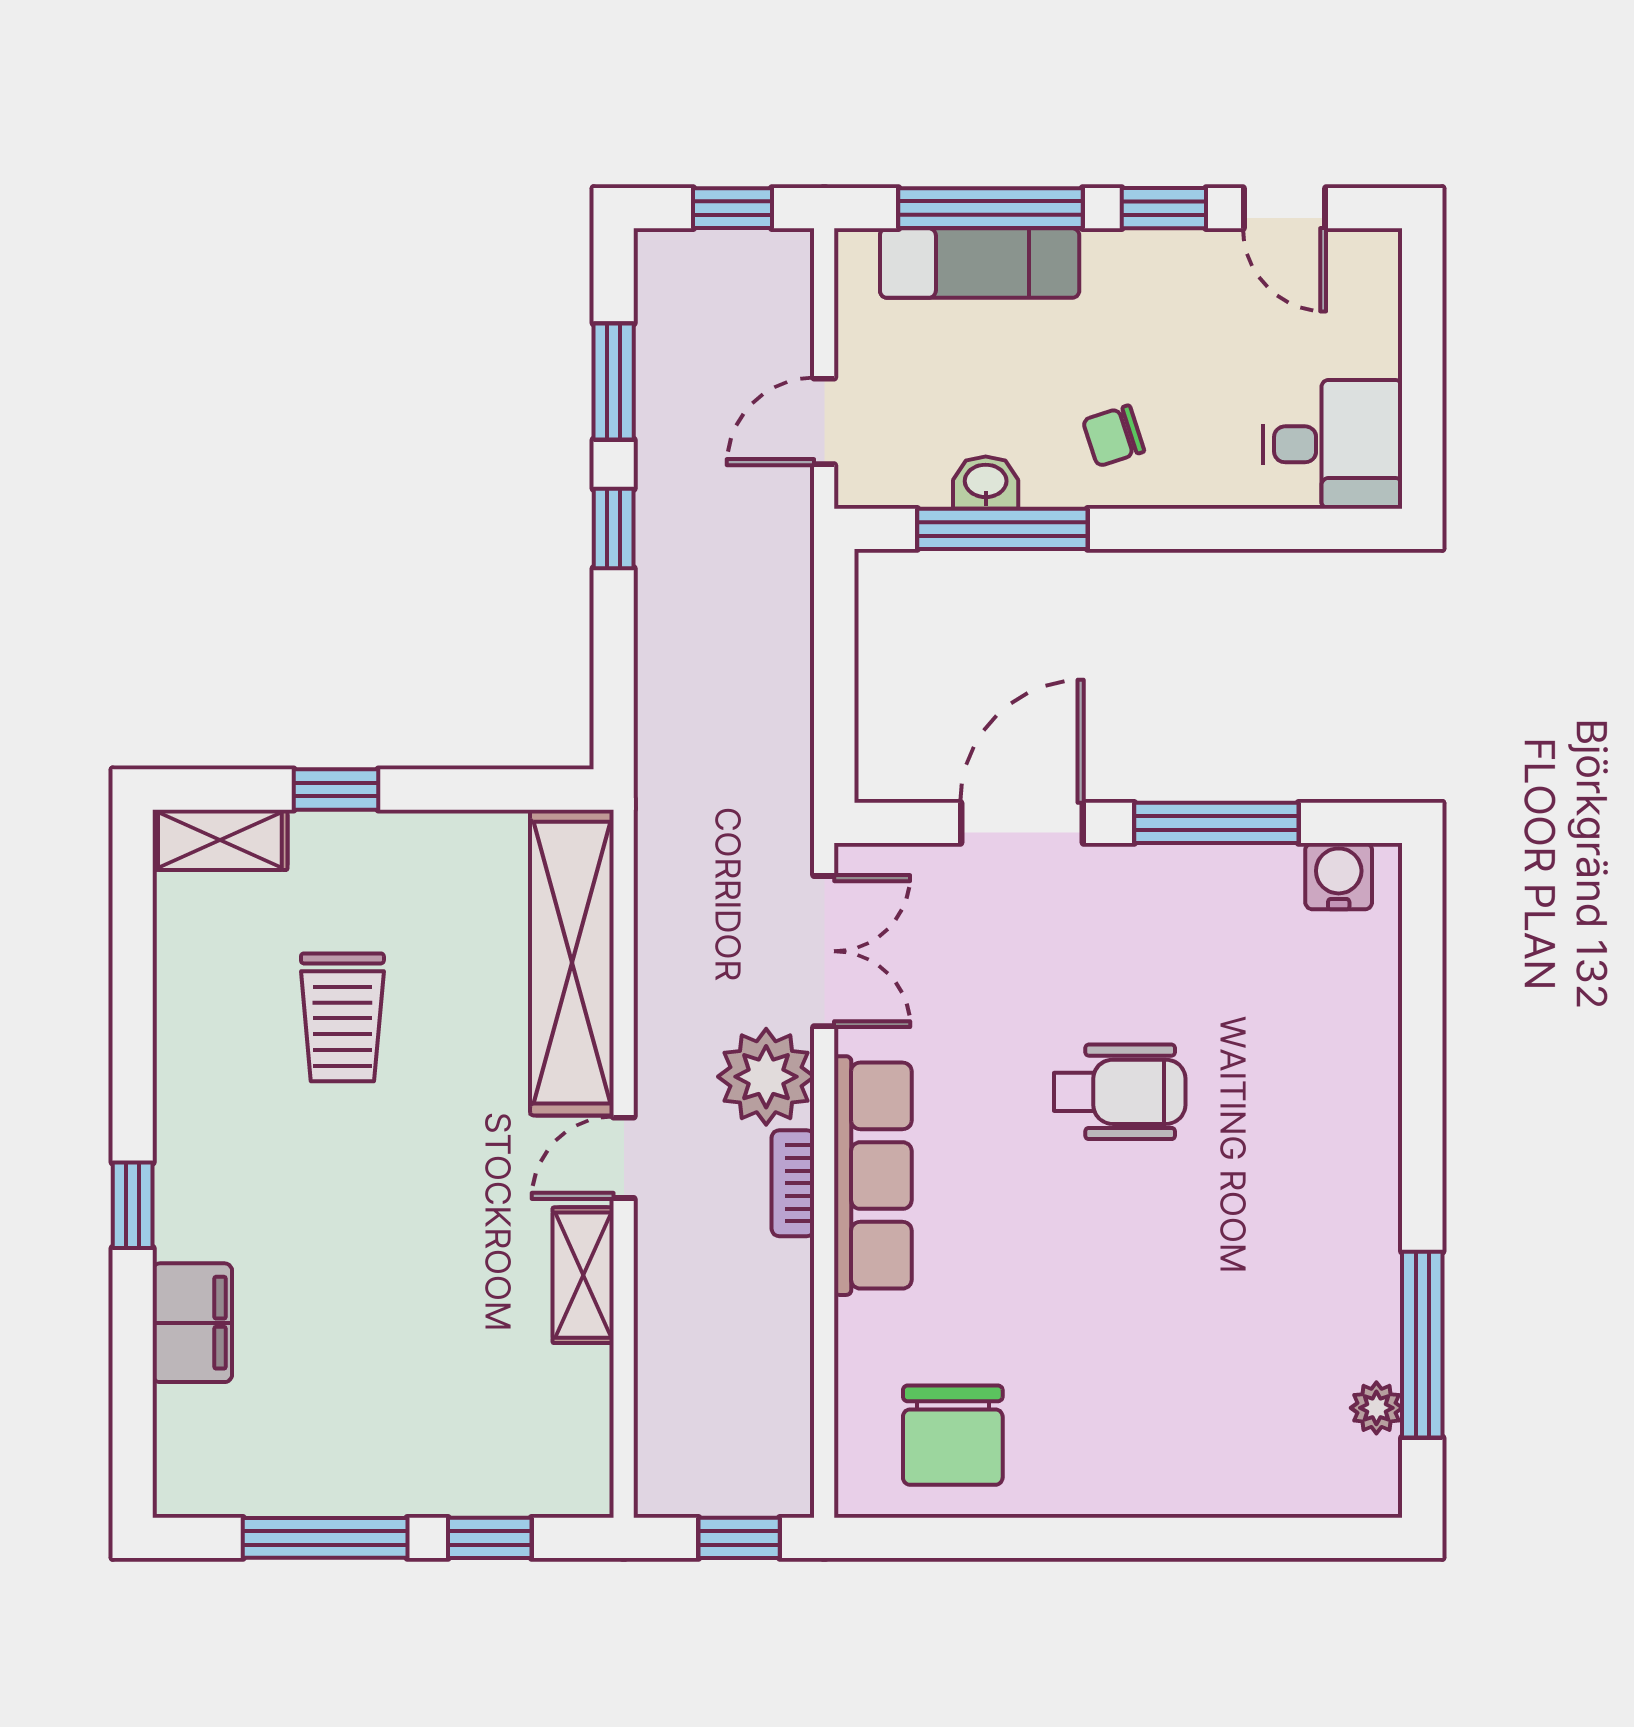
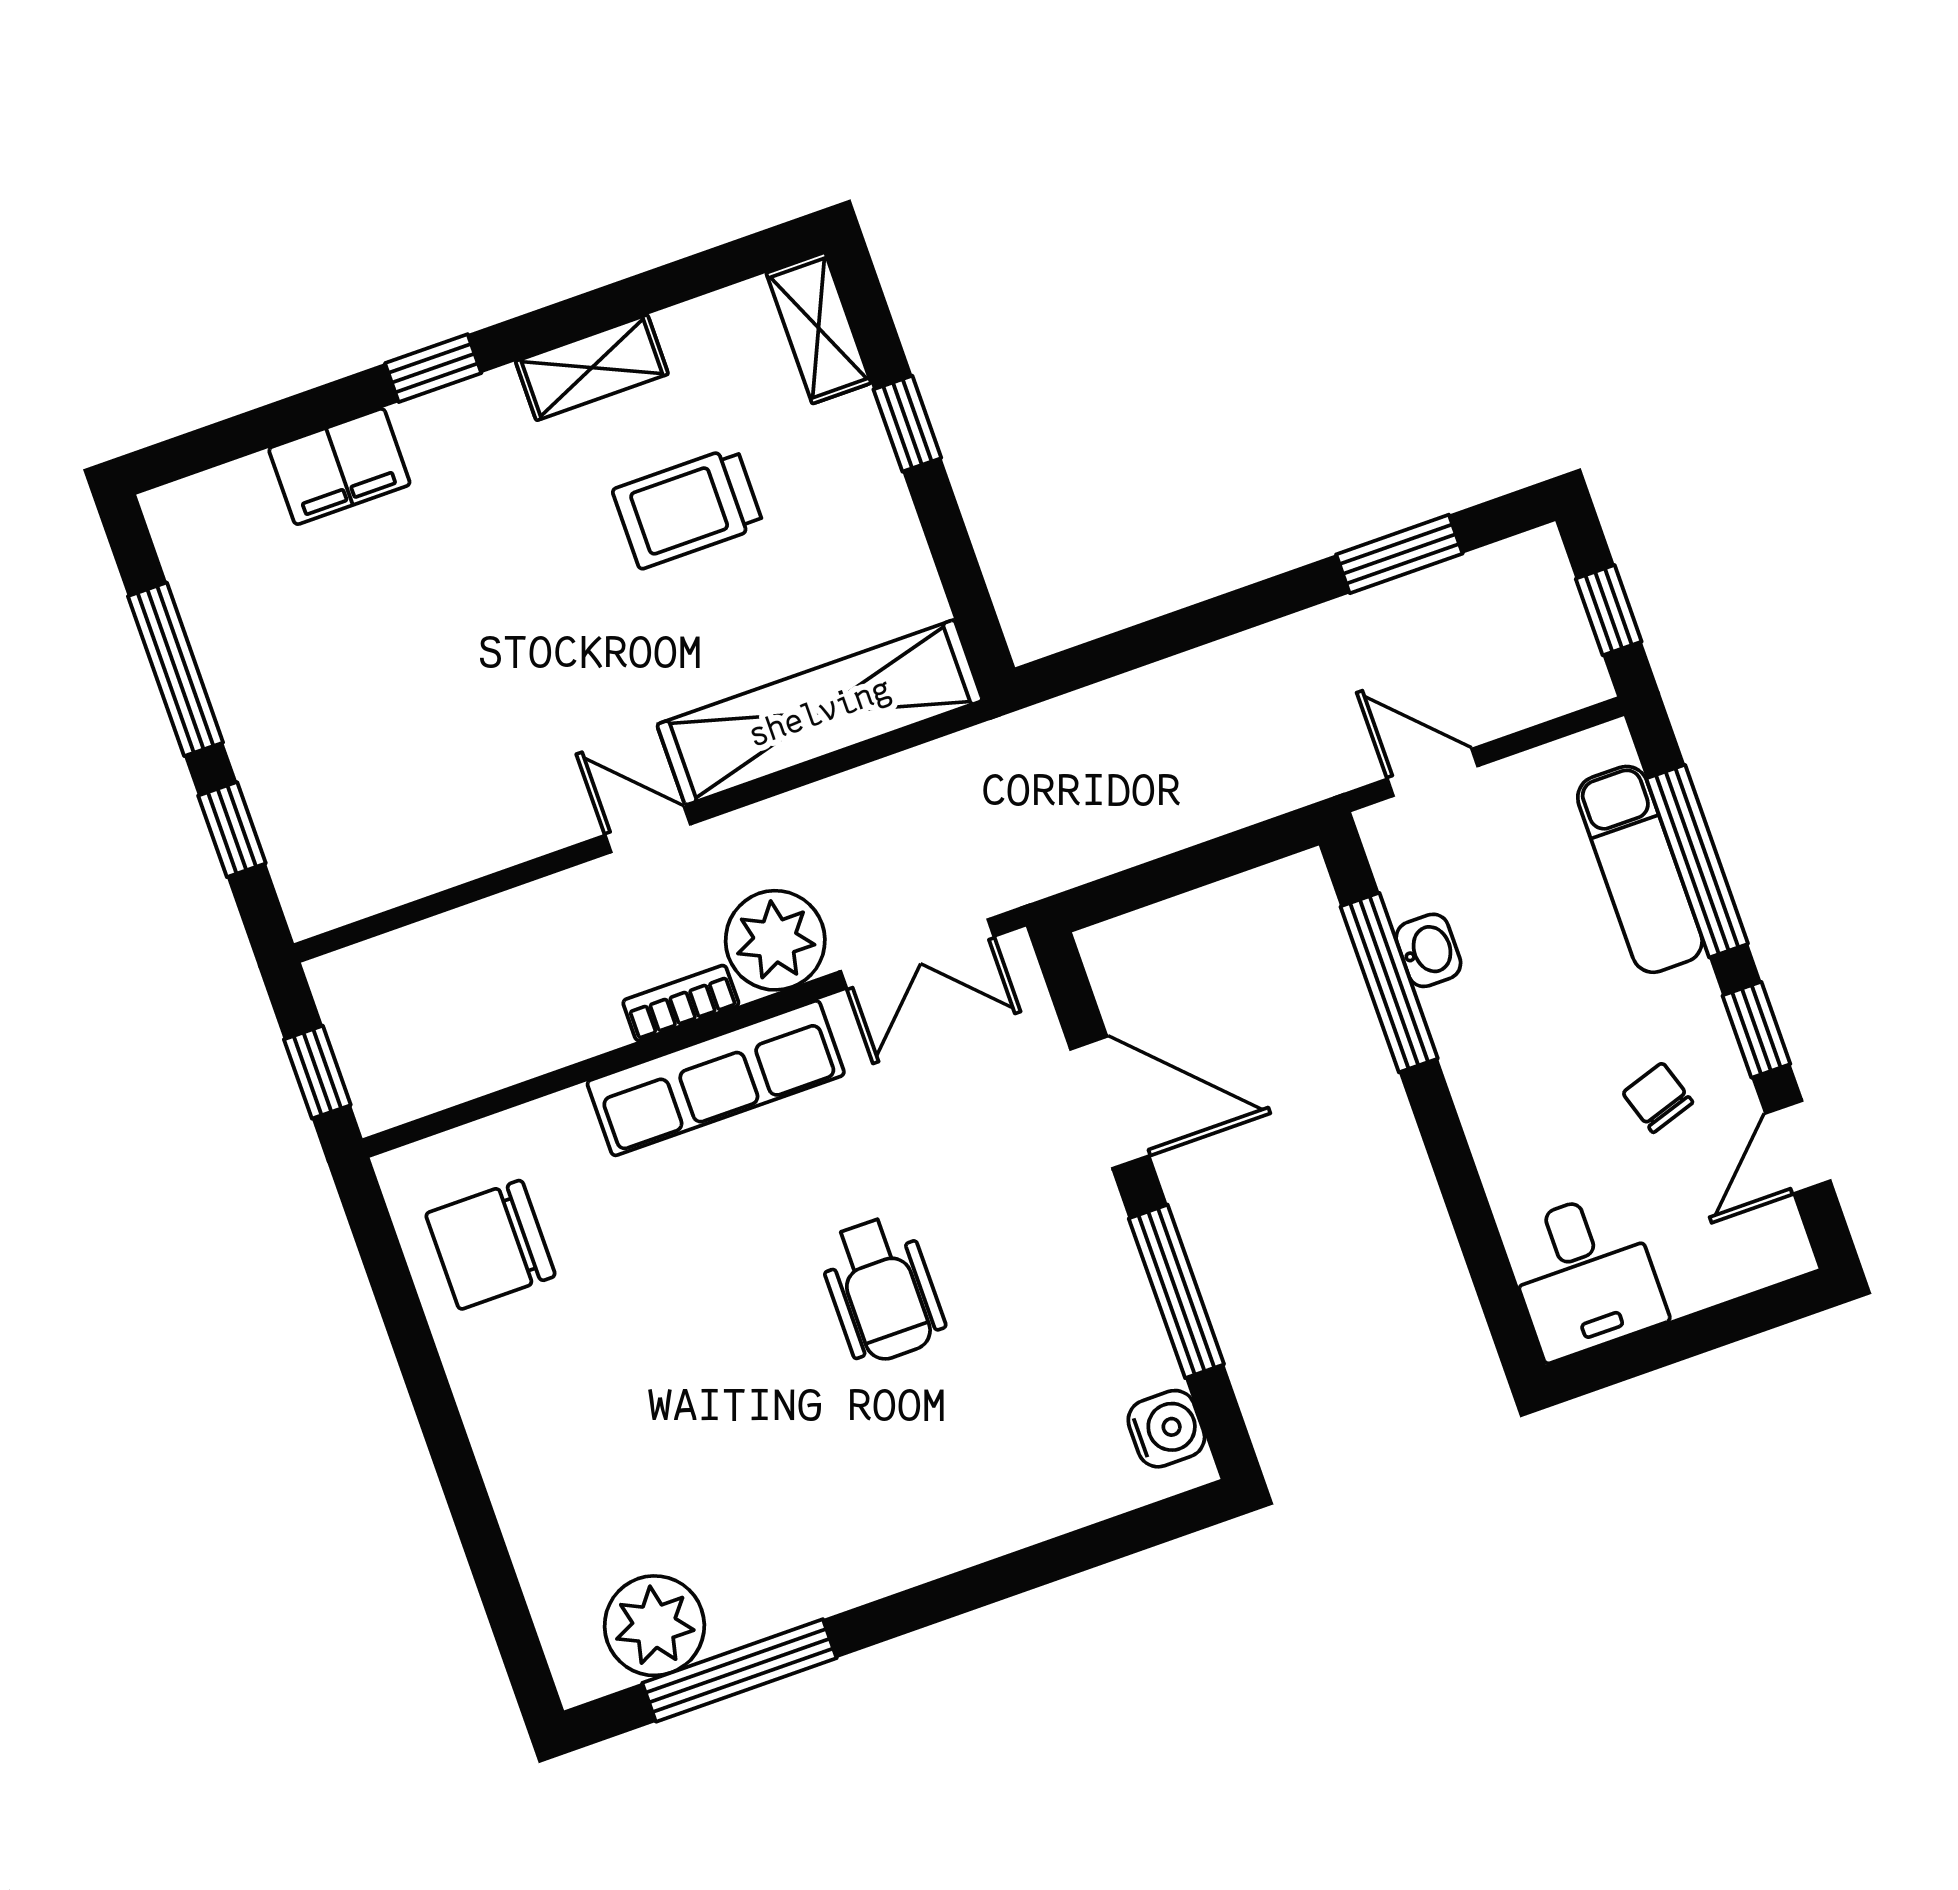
chair: (1114, 436) -> (1658, 1098), moved
window: (614, 528) -> (1256, 604), removed
shelving: (583, 1275) -> (592, 368), moved
plant: (1376, 1408) -> (654, 1626), width x1.87, depth x1.87

